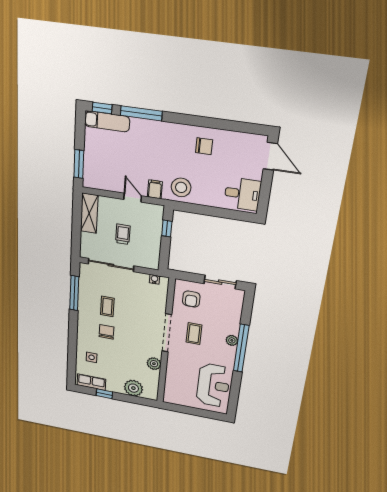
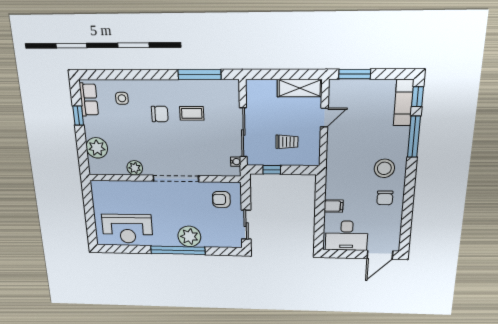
stool: (181, 187) -> (384, 168), moved
filing cabinet: (155, 189) -> (334, 206), moved
desk: (242, 194) -> (347, 236), width x1.37
door: (133, 198) -> (324, 117), moved
window: (167, 228) -> (272, 170), moved
trolley: (123, 234) -> (287, 142), moved
sliding door: (111, 265) -> (243, 133), moved
coffee table: (194, 334) -> (182, 205), removed
plant: (232, 340) -> (189, 236), width x1.87, depth x1.87

